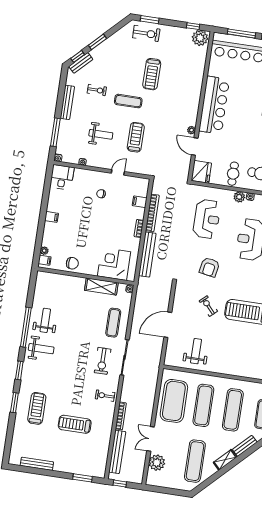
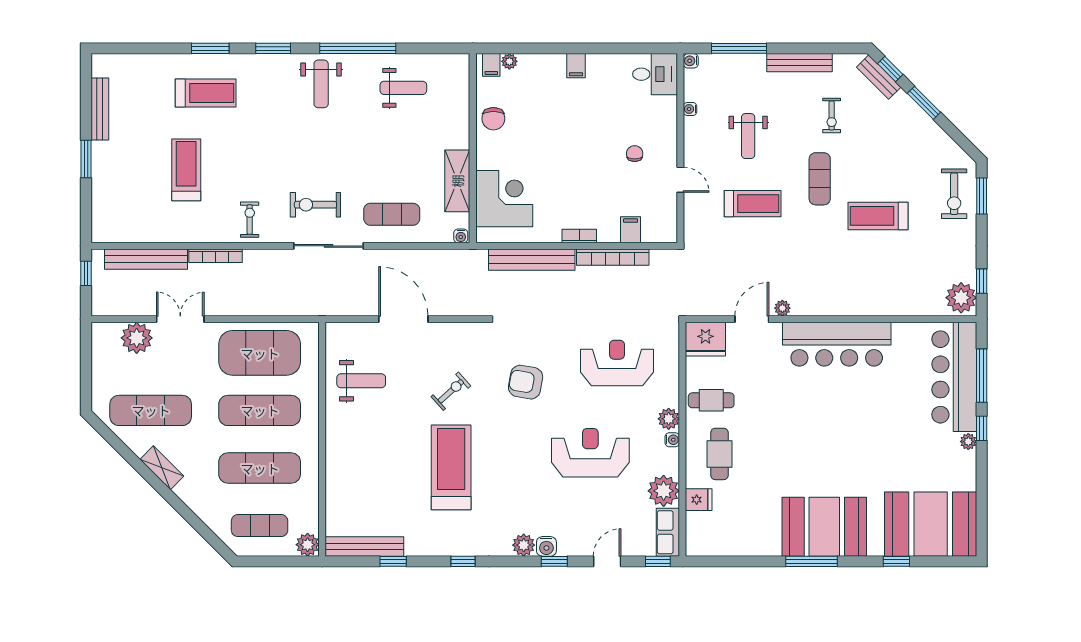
reception desk: (207, 219) -> (617, 363), turned 180
weight bench: (45, 320) -> (403, 88), moved
bench: (245, 446) -> (194, 501), removed
window: (82, 478) -> (86, 159), moved

